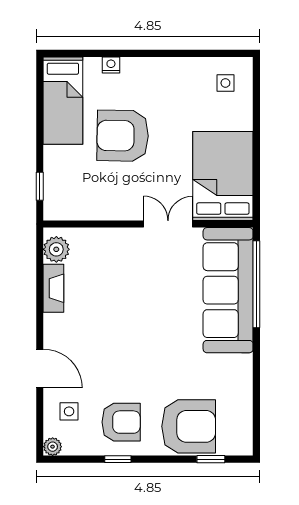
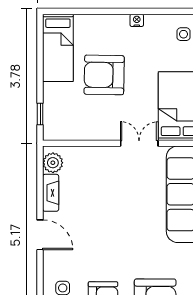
nightstand: (111, 65) -> (137, 20), moved
door: (40, 368) -> (40, 235), moved

